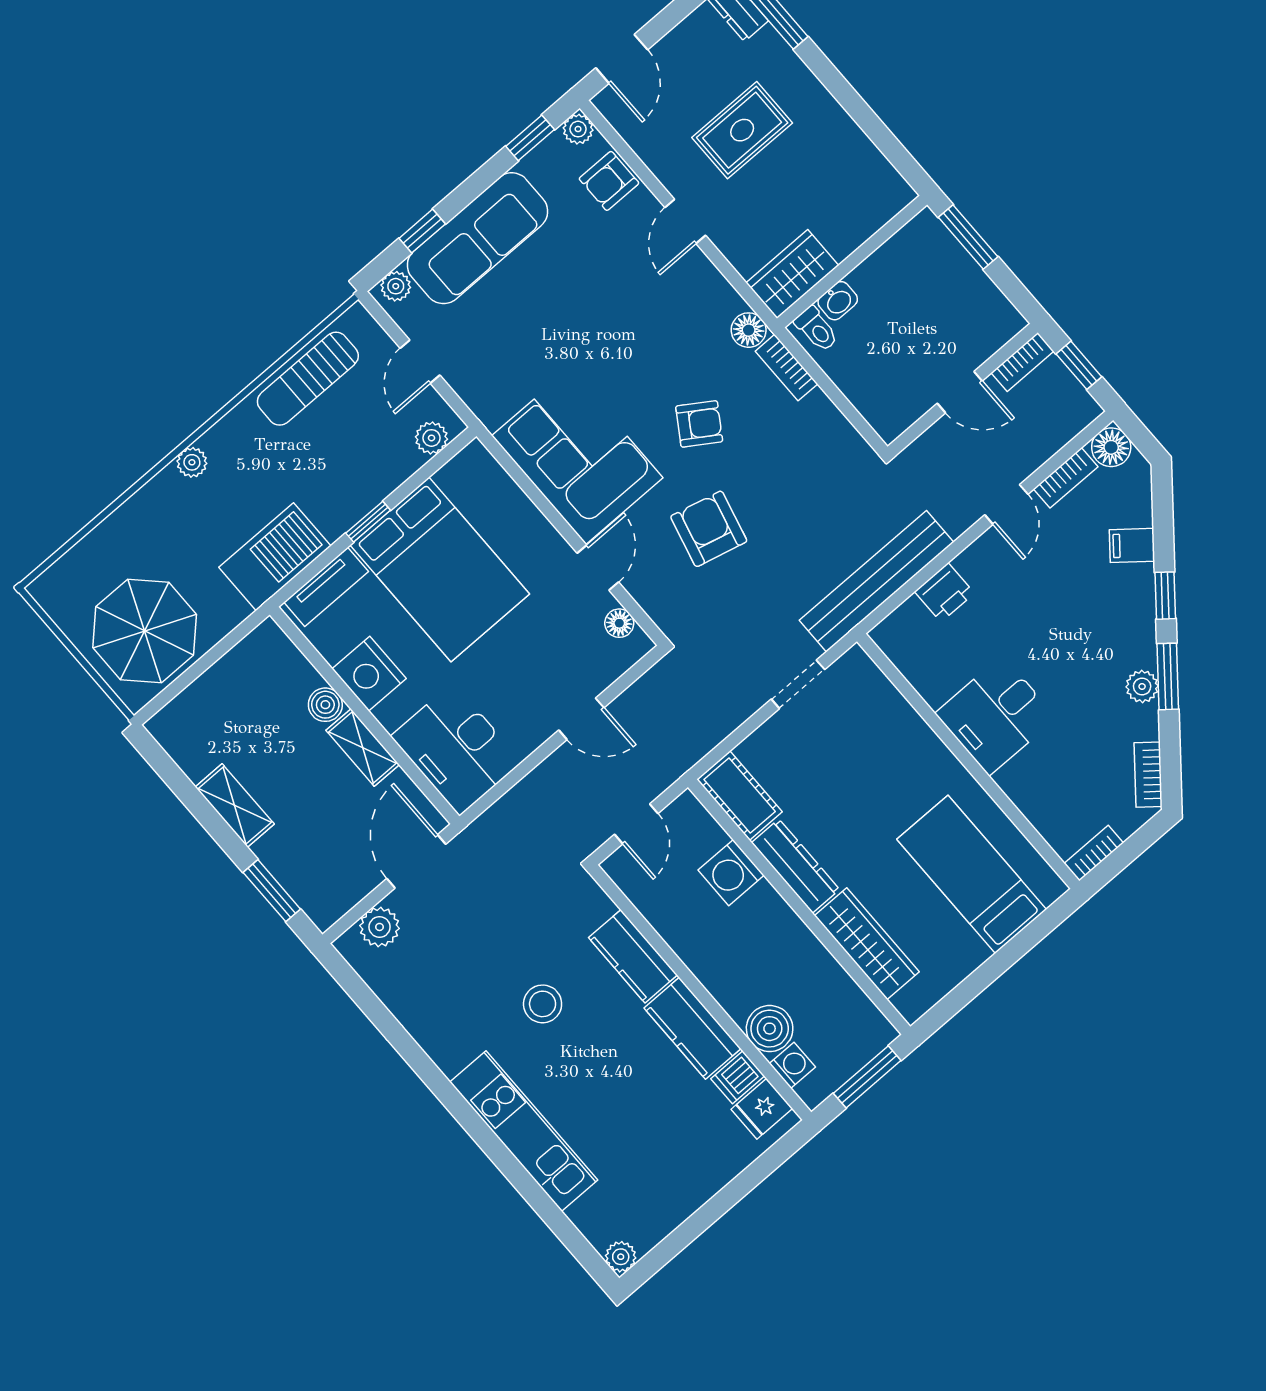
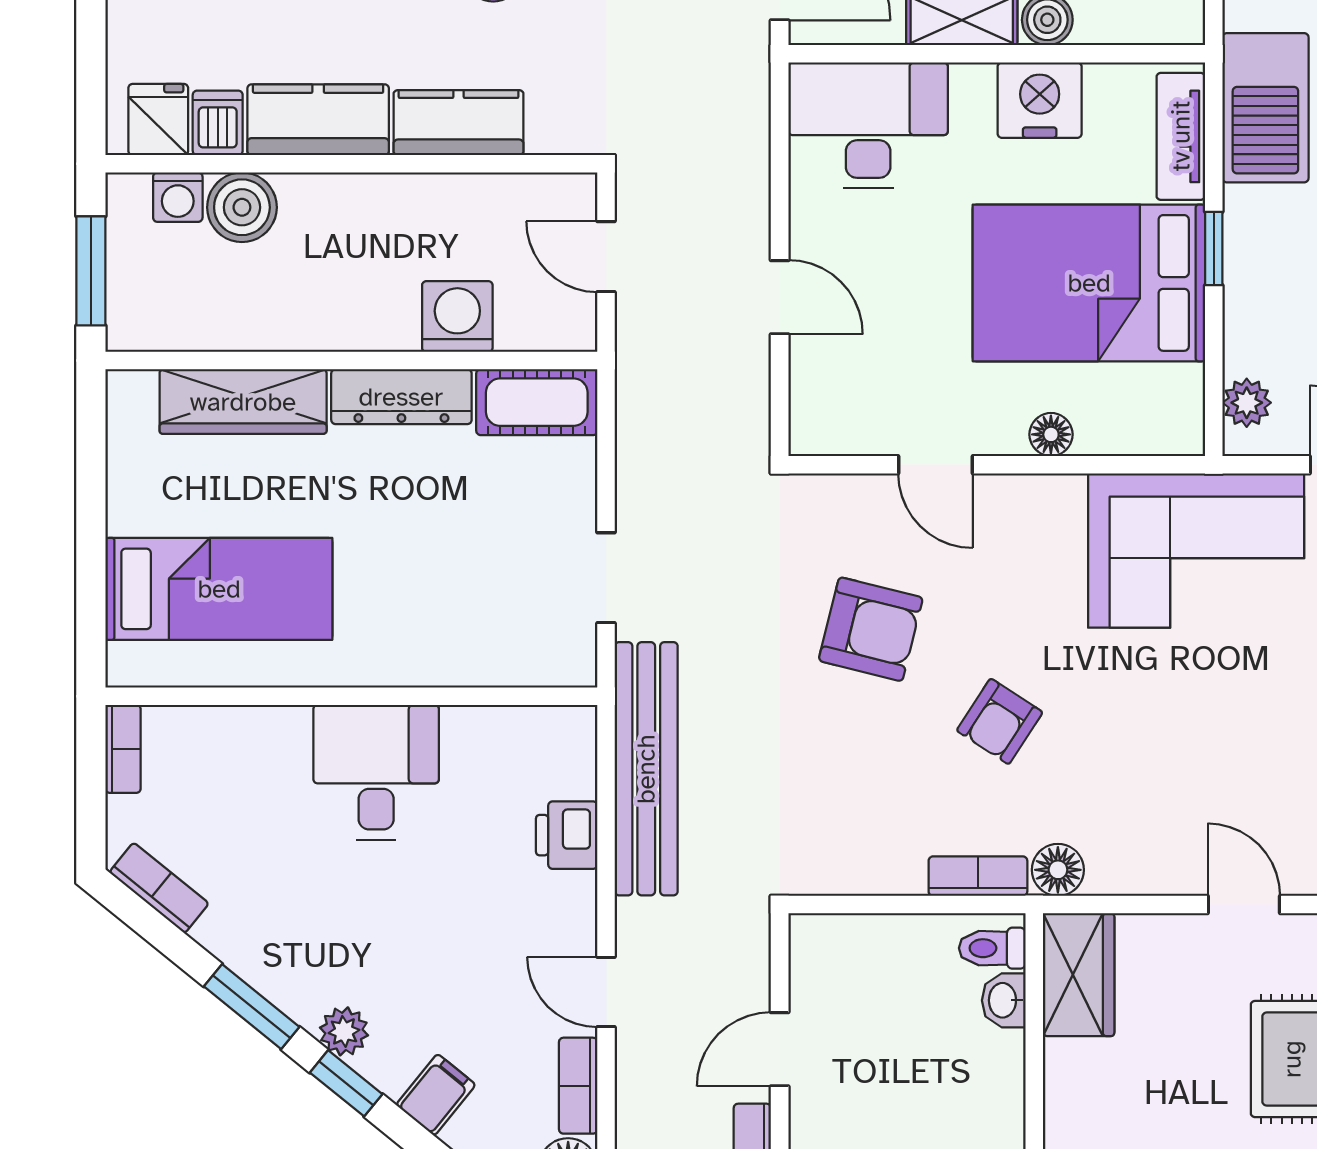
corner sofa: (577, 457) -> (1196, 551), moved
floor lamp: (619, 623) -> (1051, 434), moved
plant: (1142, 686) -> (344, 1031), moved
door: (581, 719) -> (780, 297), swing flipped

